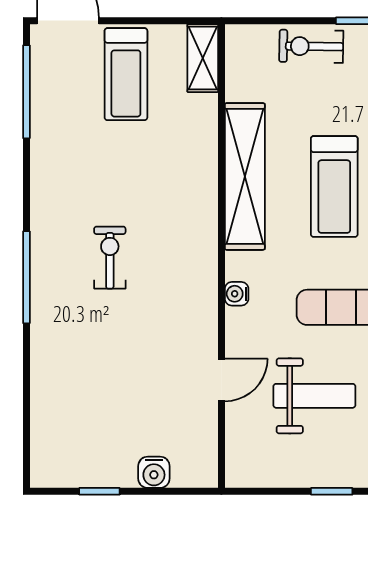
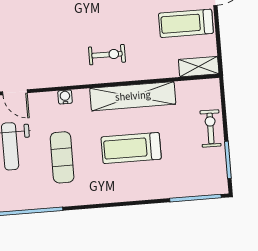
exercise bike: (110, 258) -> (107, 55), moved

